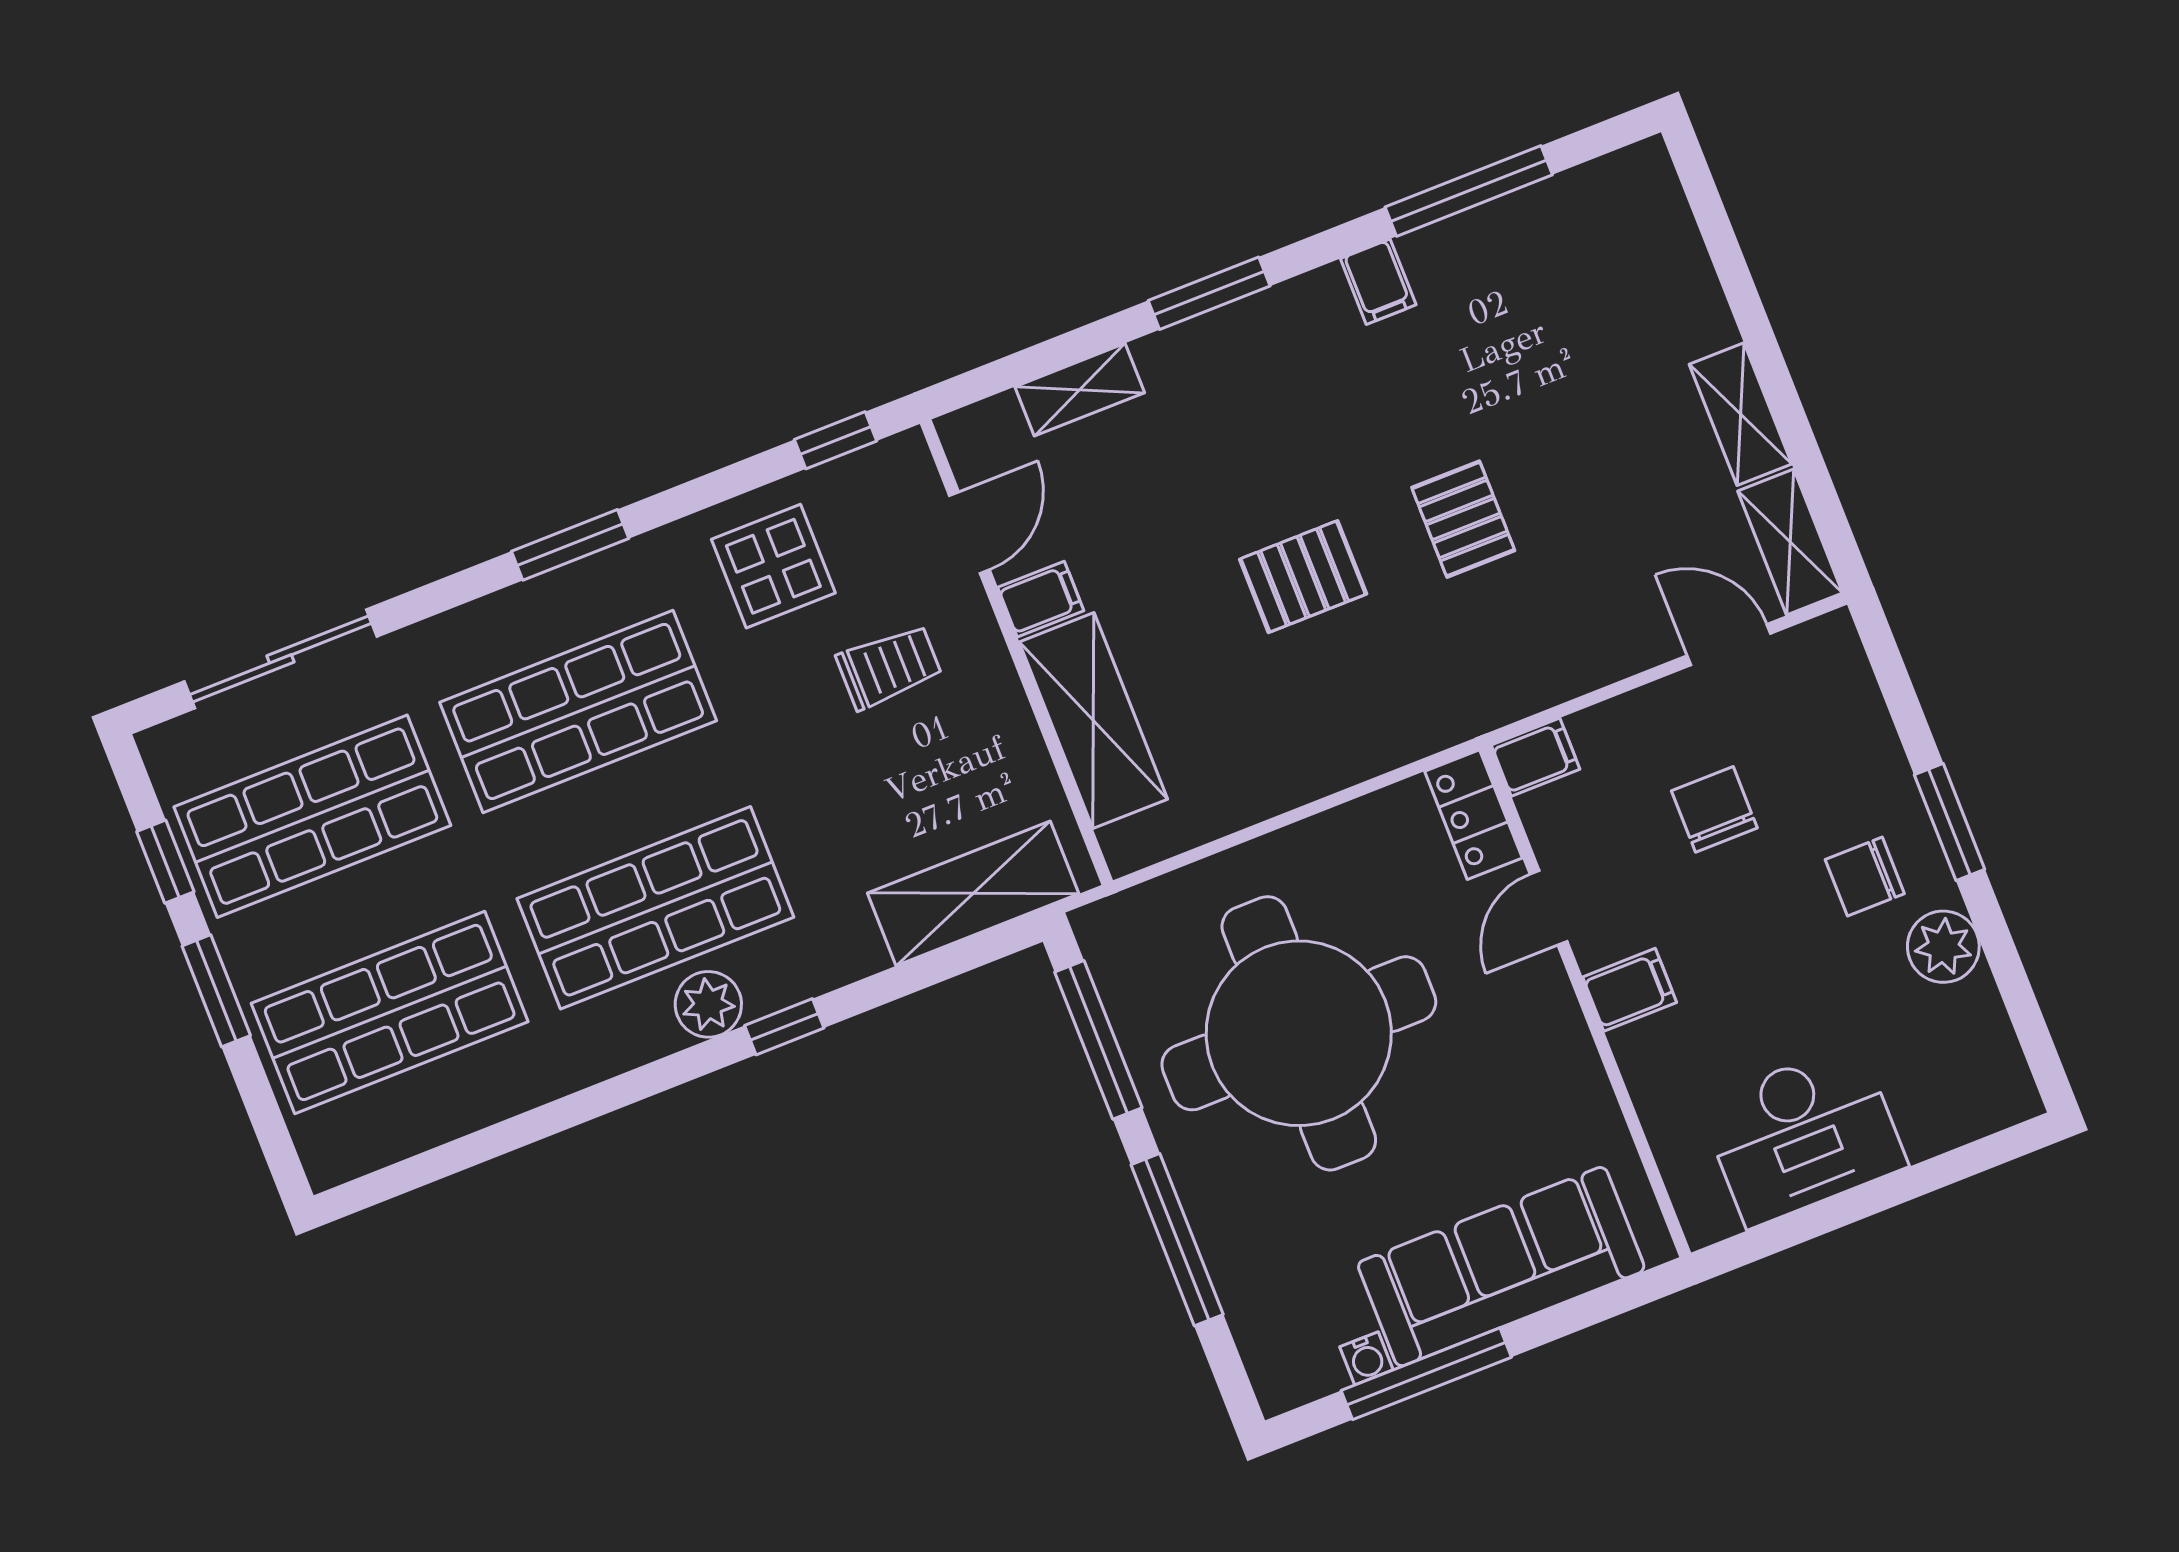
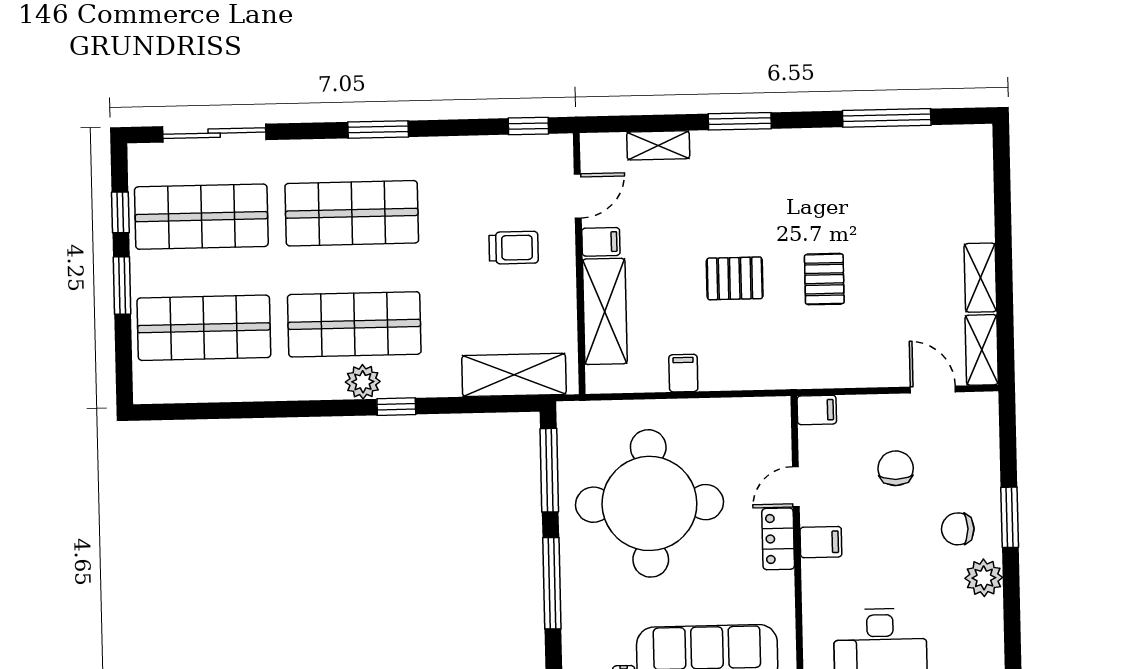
filing cabinet: (1378, 282) -> (683, 373), moved, turned 180
display table: (773, 566) -> (475, 177), removed
locker: (1473, 815) -> (778, 539), moved

